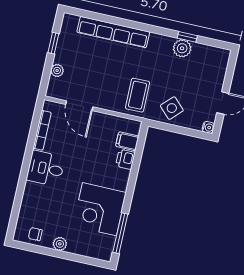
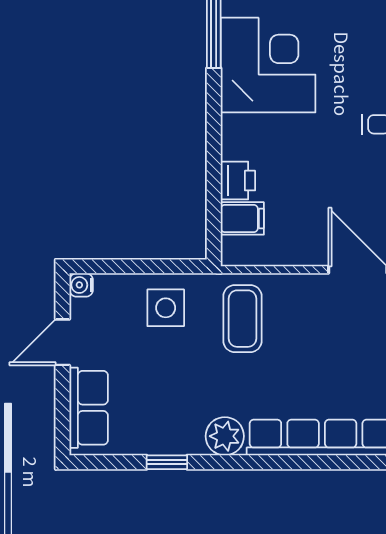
plant: (182, 48) -> (225, 436), moved
row of seats: (218, 70) -> (89, 408), added
side table: (172, 108) -> (166, 308), turned 45

